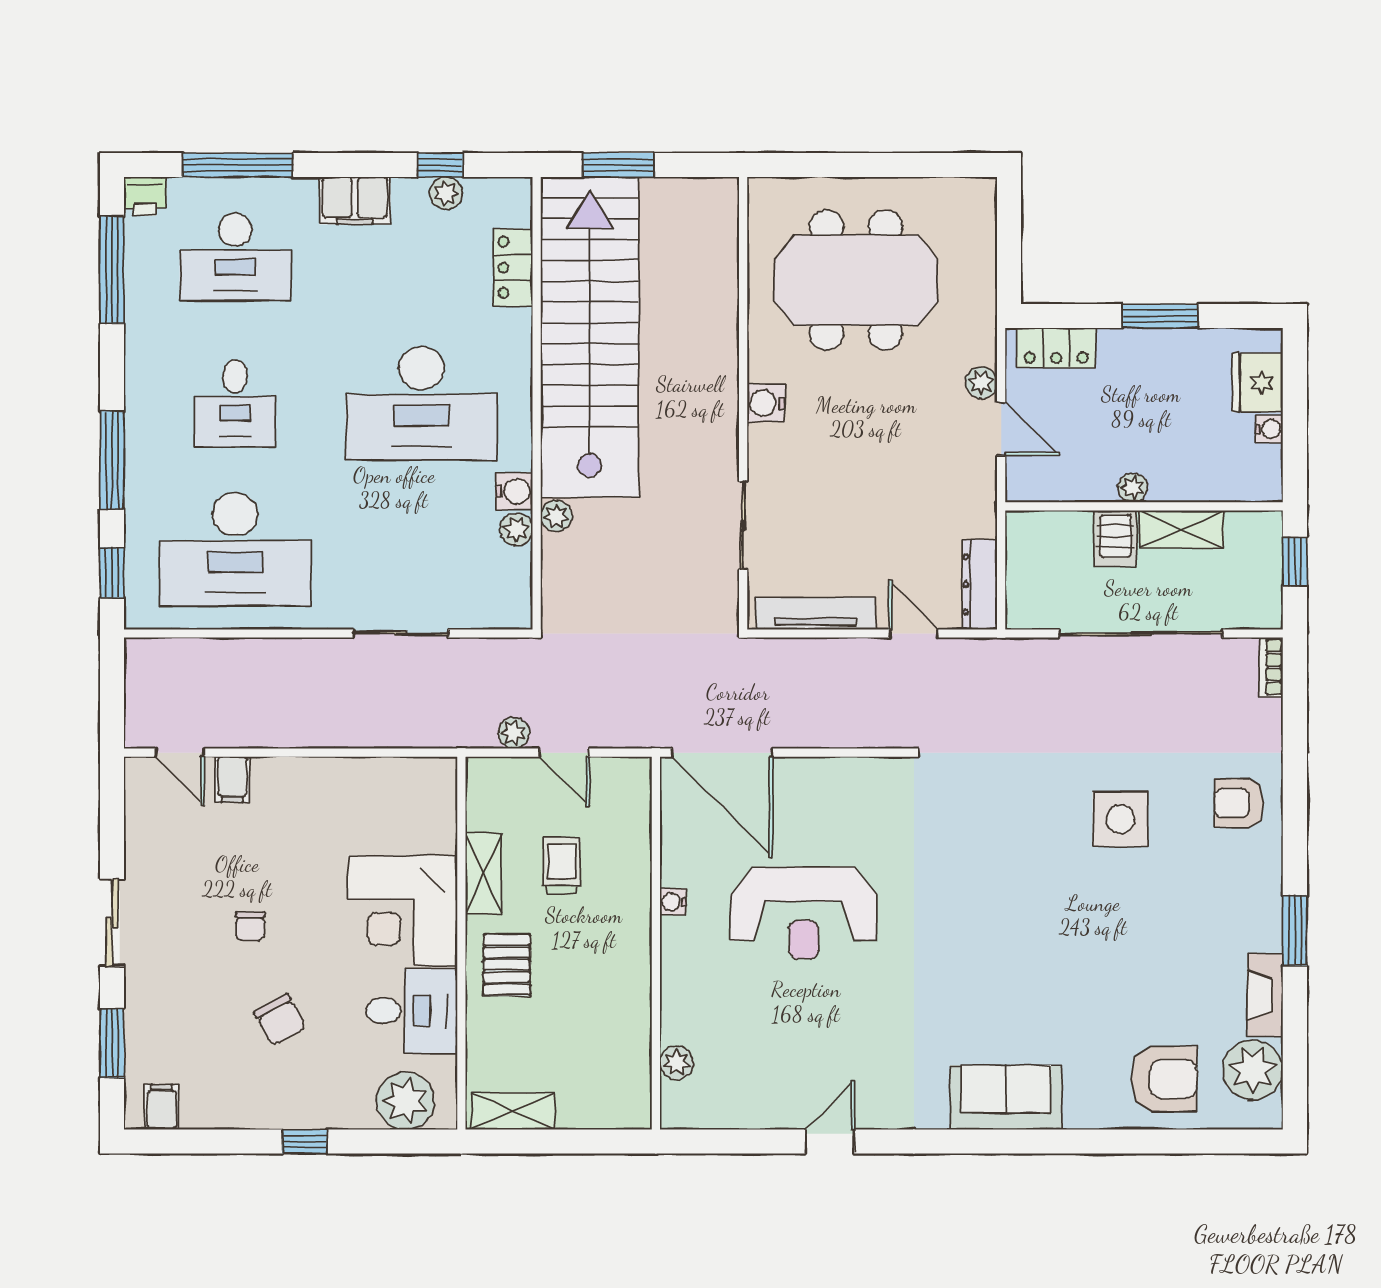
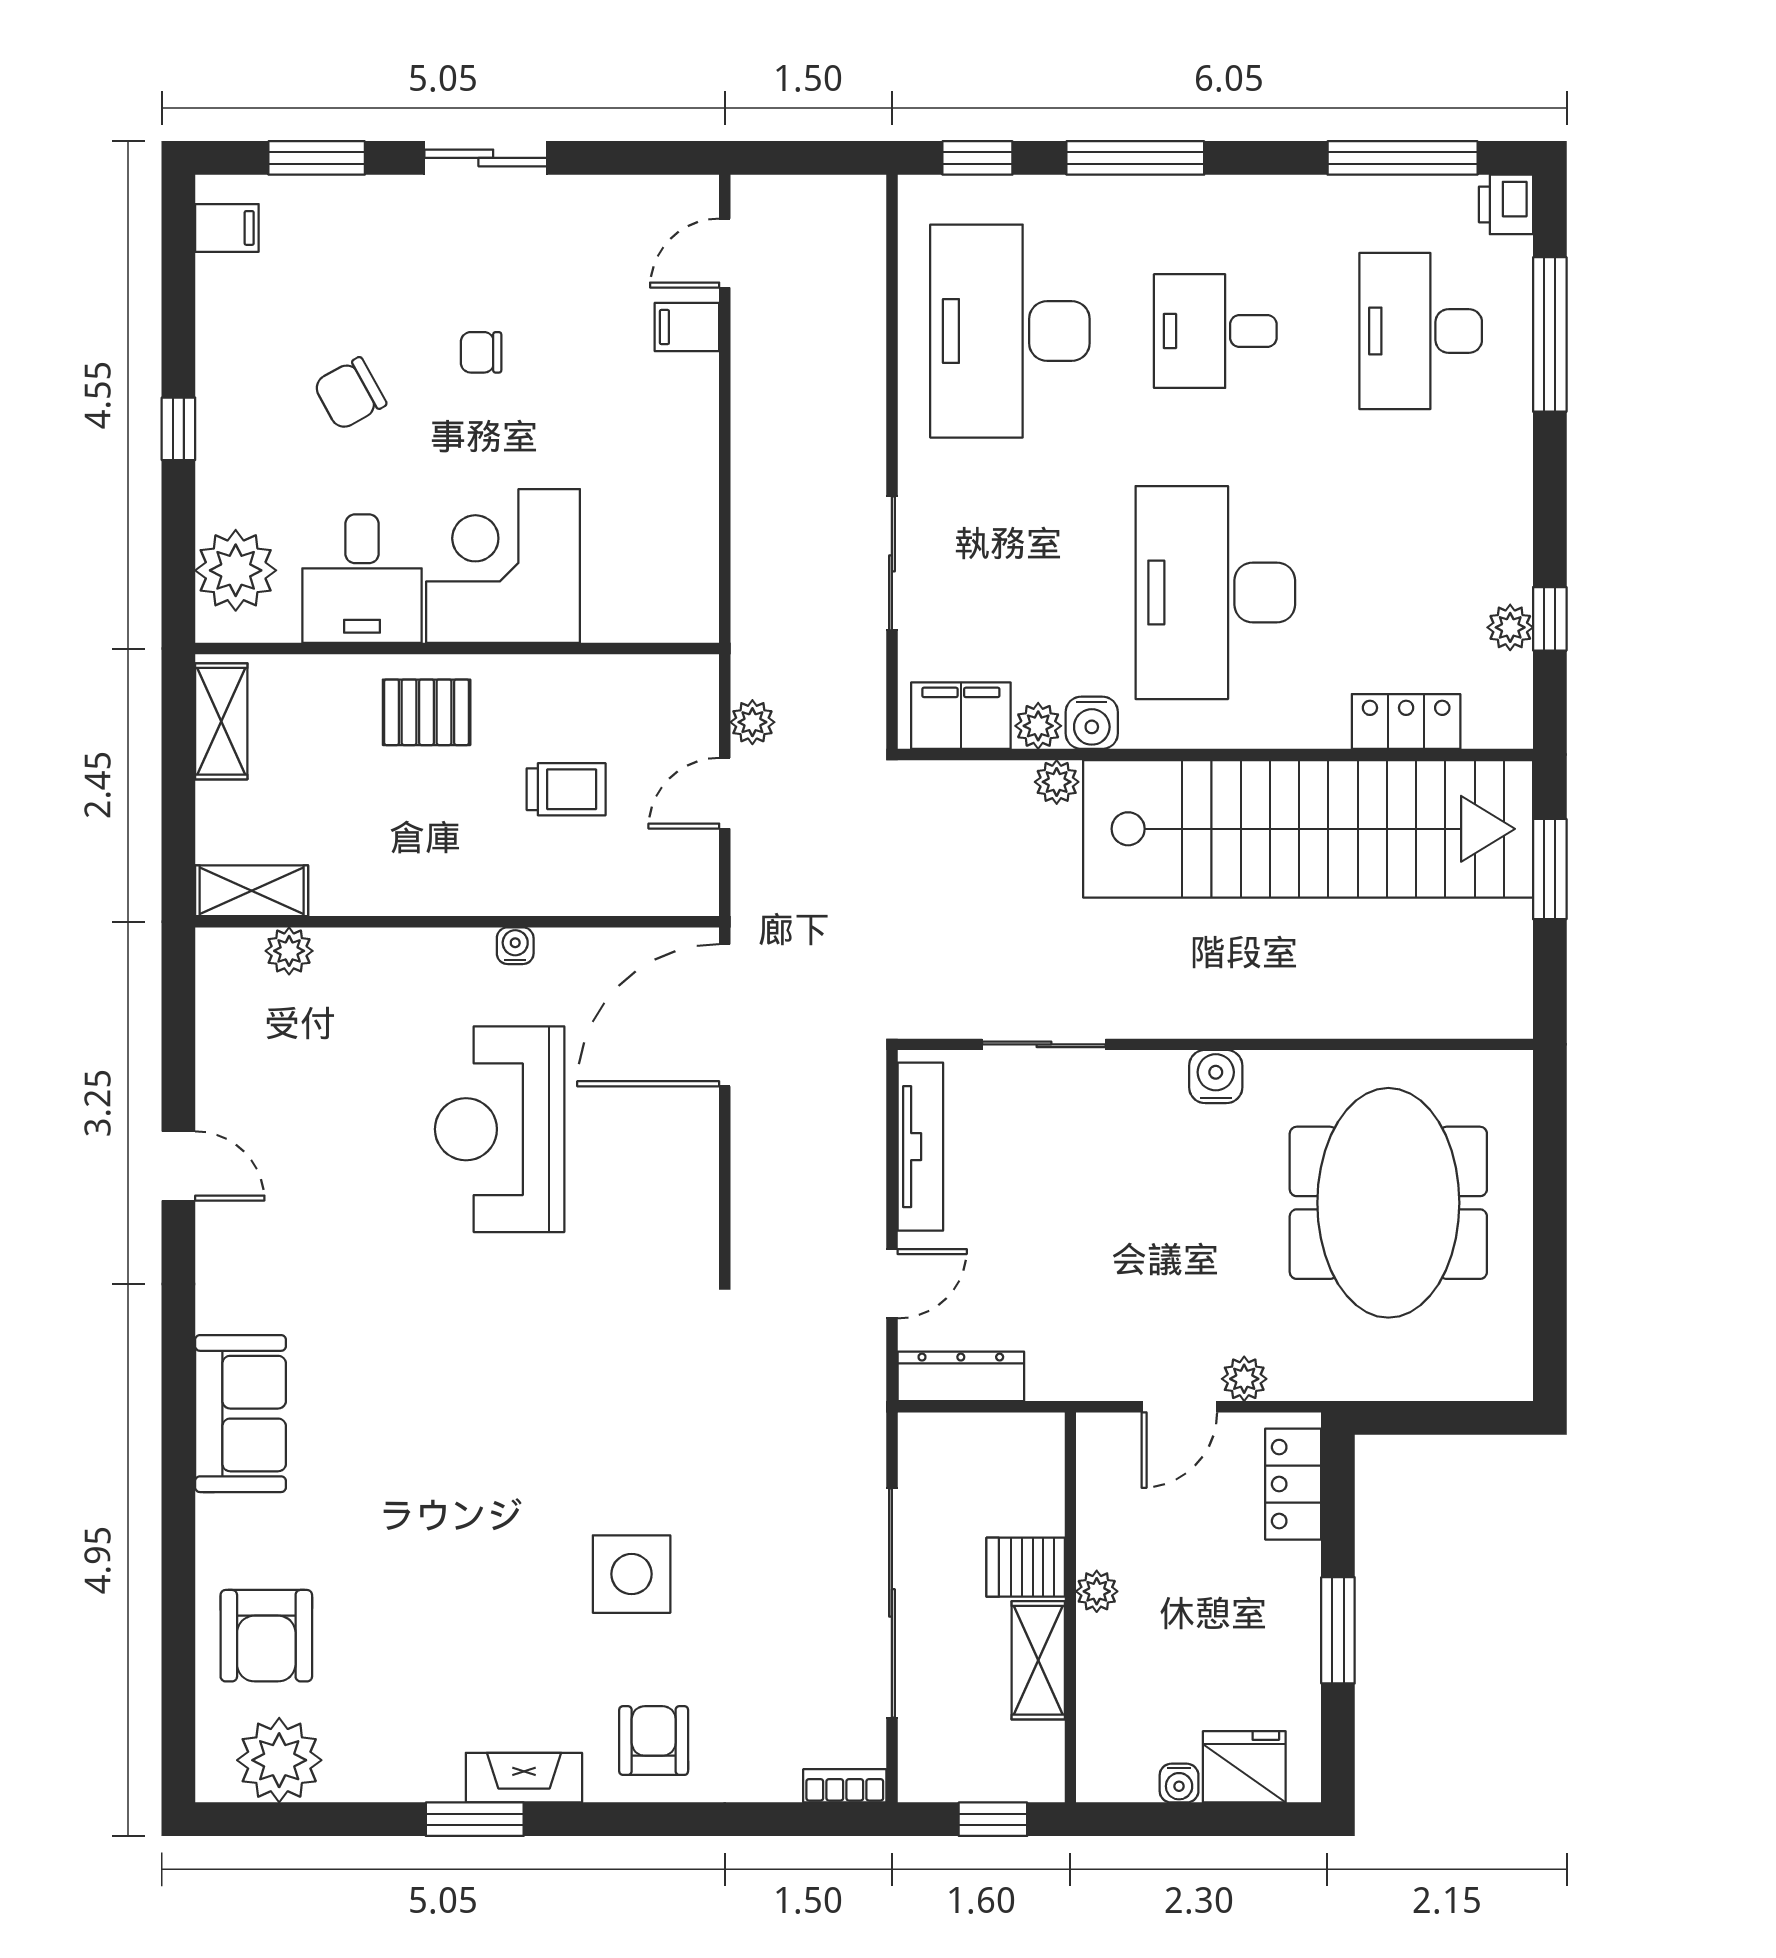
filing cabinet: (355, 201) -> (961, 716), moved, turned 90
shelving: (483, 874) -> (252, 891), moved
fireplace: (1265, 995) -> (524, 1778), moved

